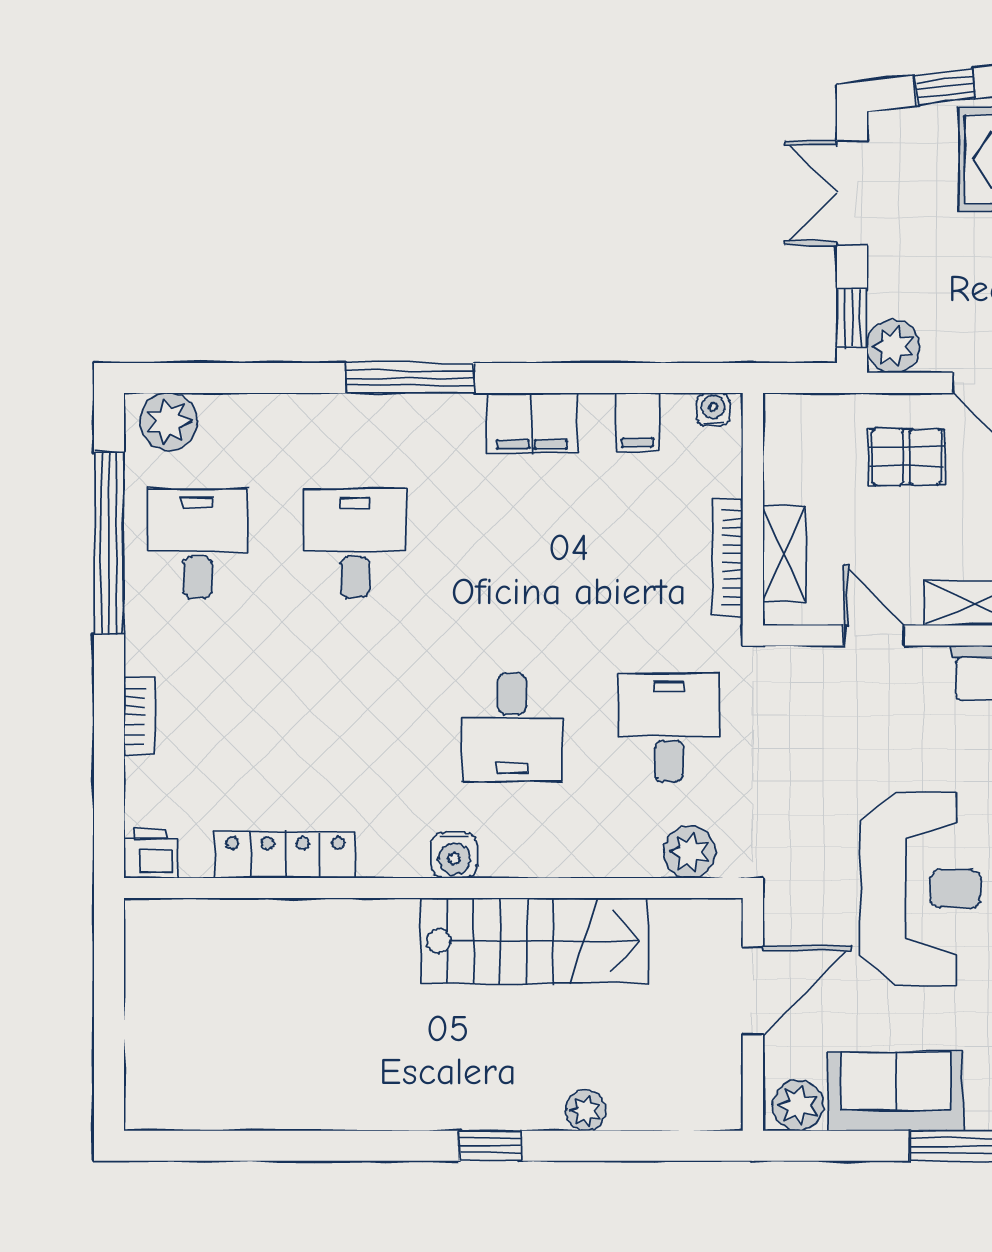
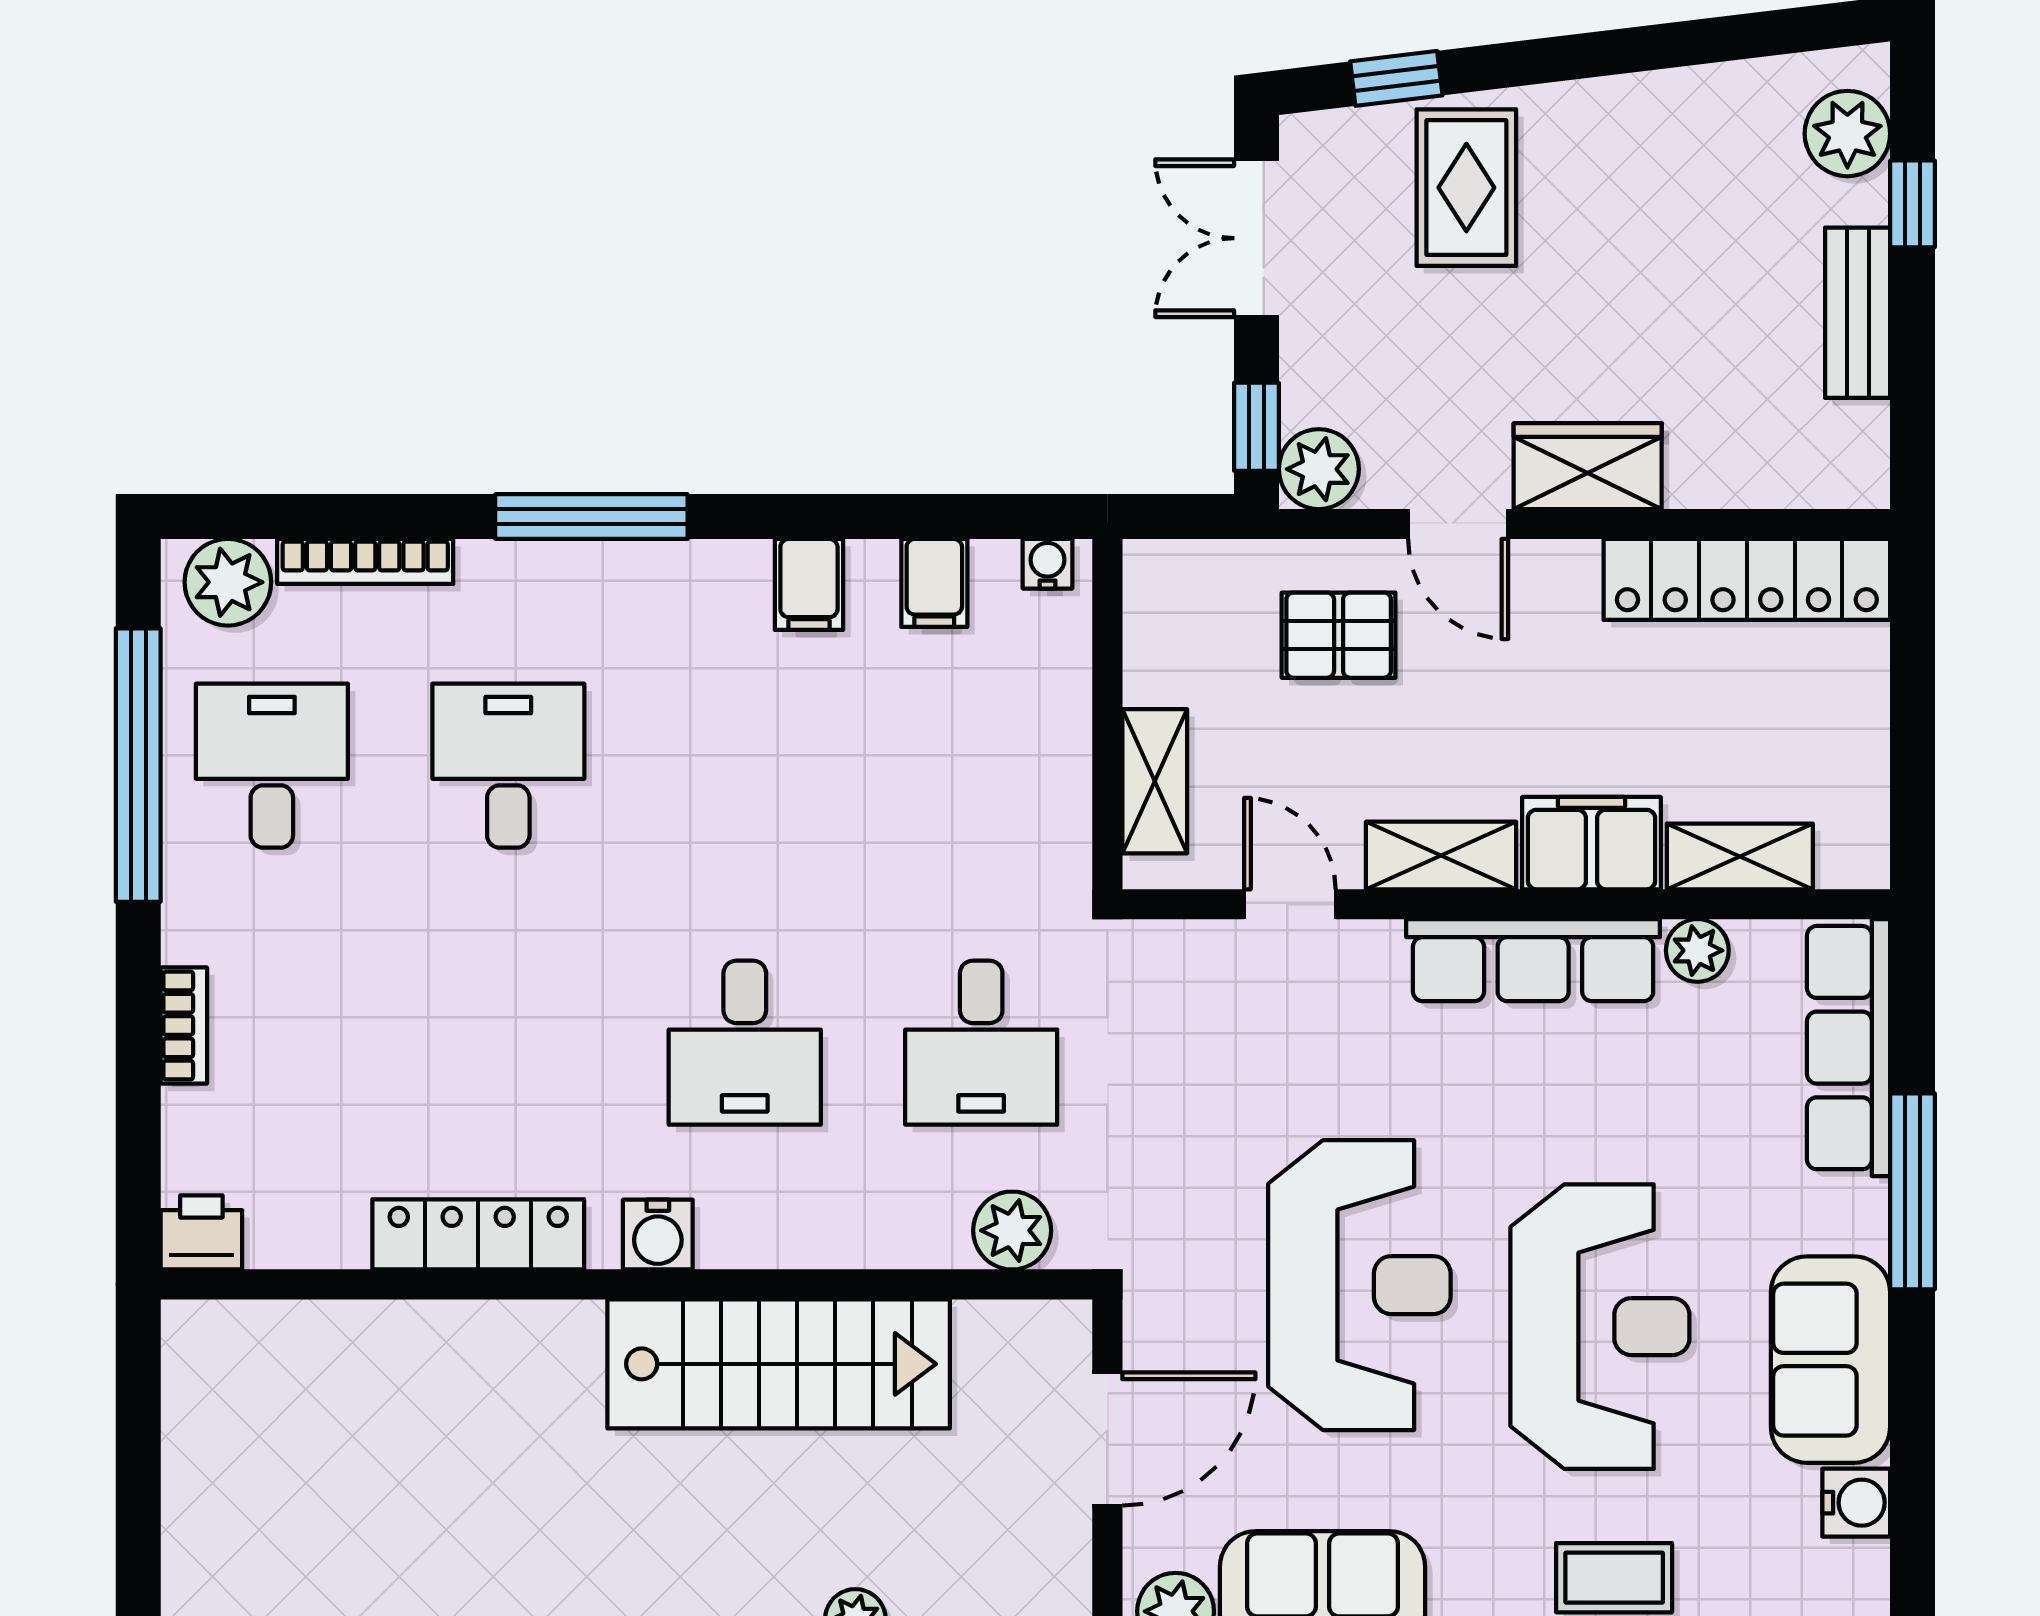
filing cabinet: (532, 423) -> (809, 584), width x0.50
bookcase: (728, 558) -> (365, 561), moved, turned -90
desk: (669, 728) -> (981, 1043), turned 180
locker: (285, 855) -> (478, 1234), moved

